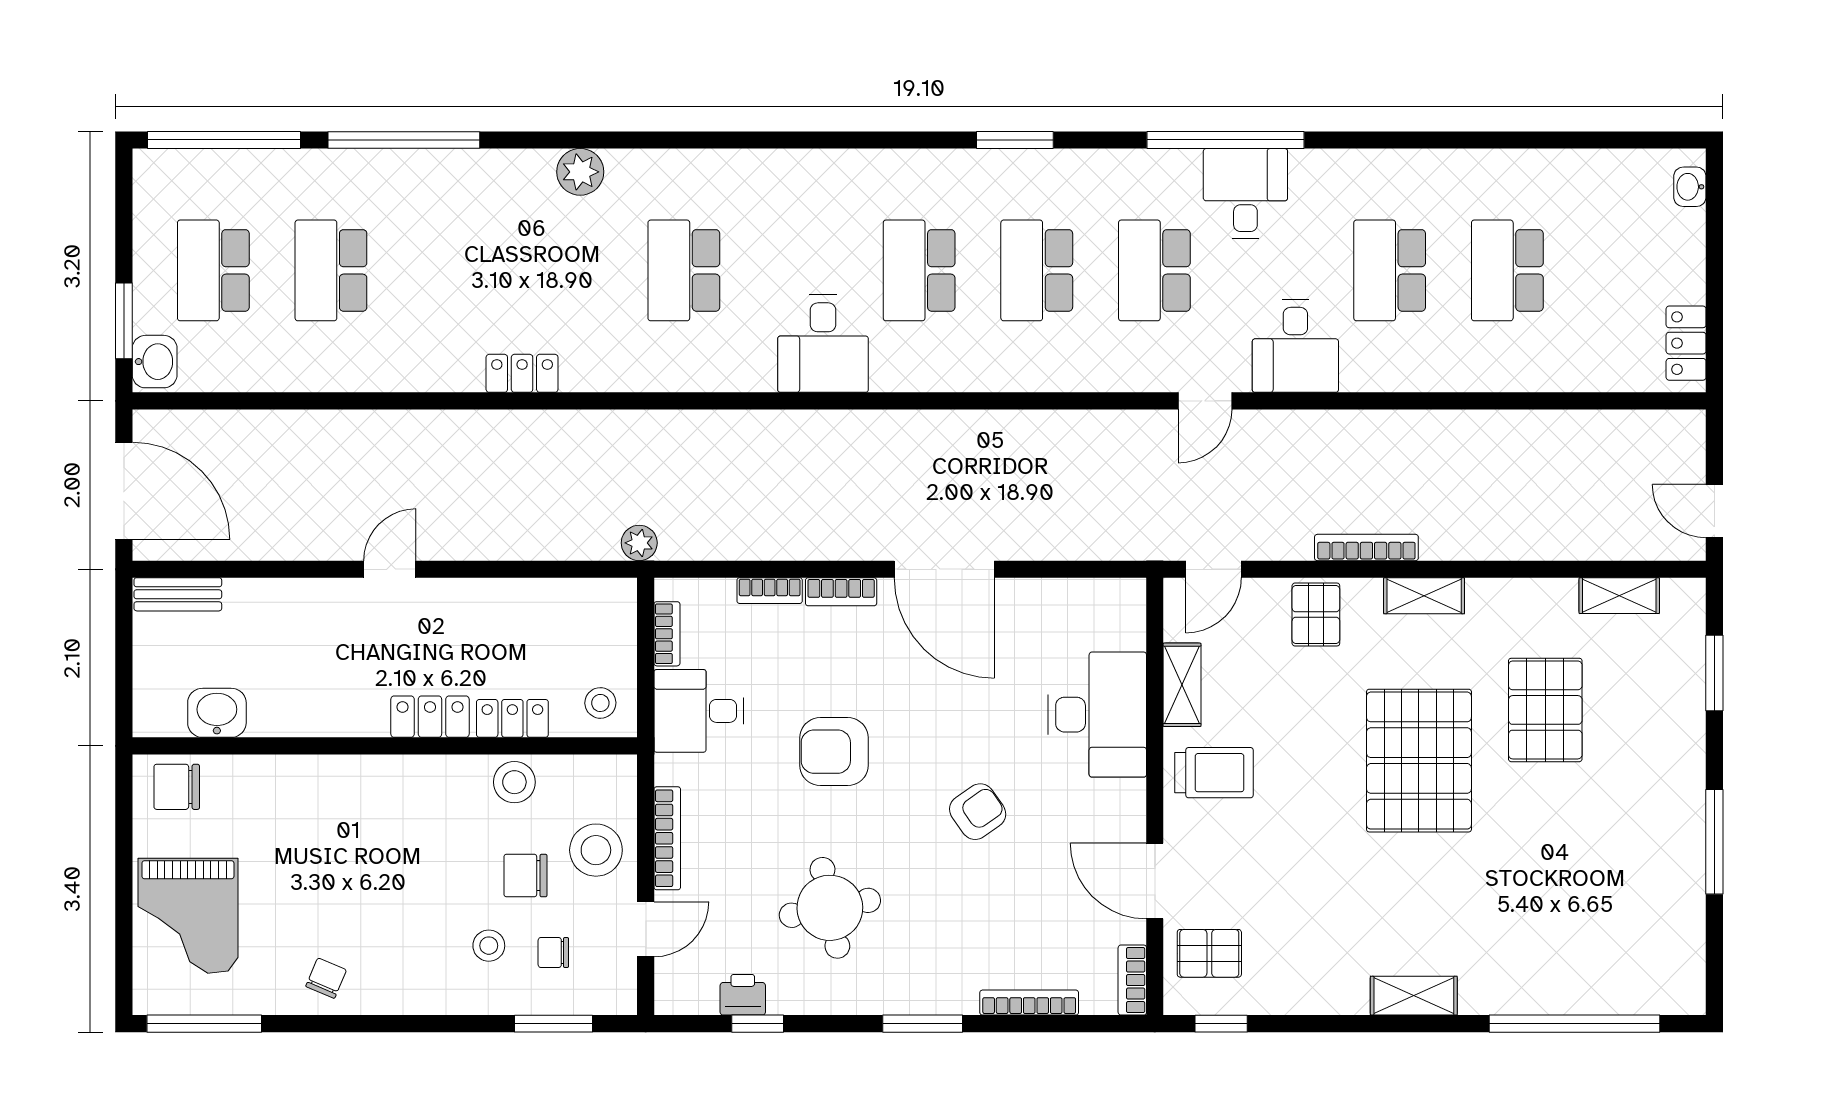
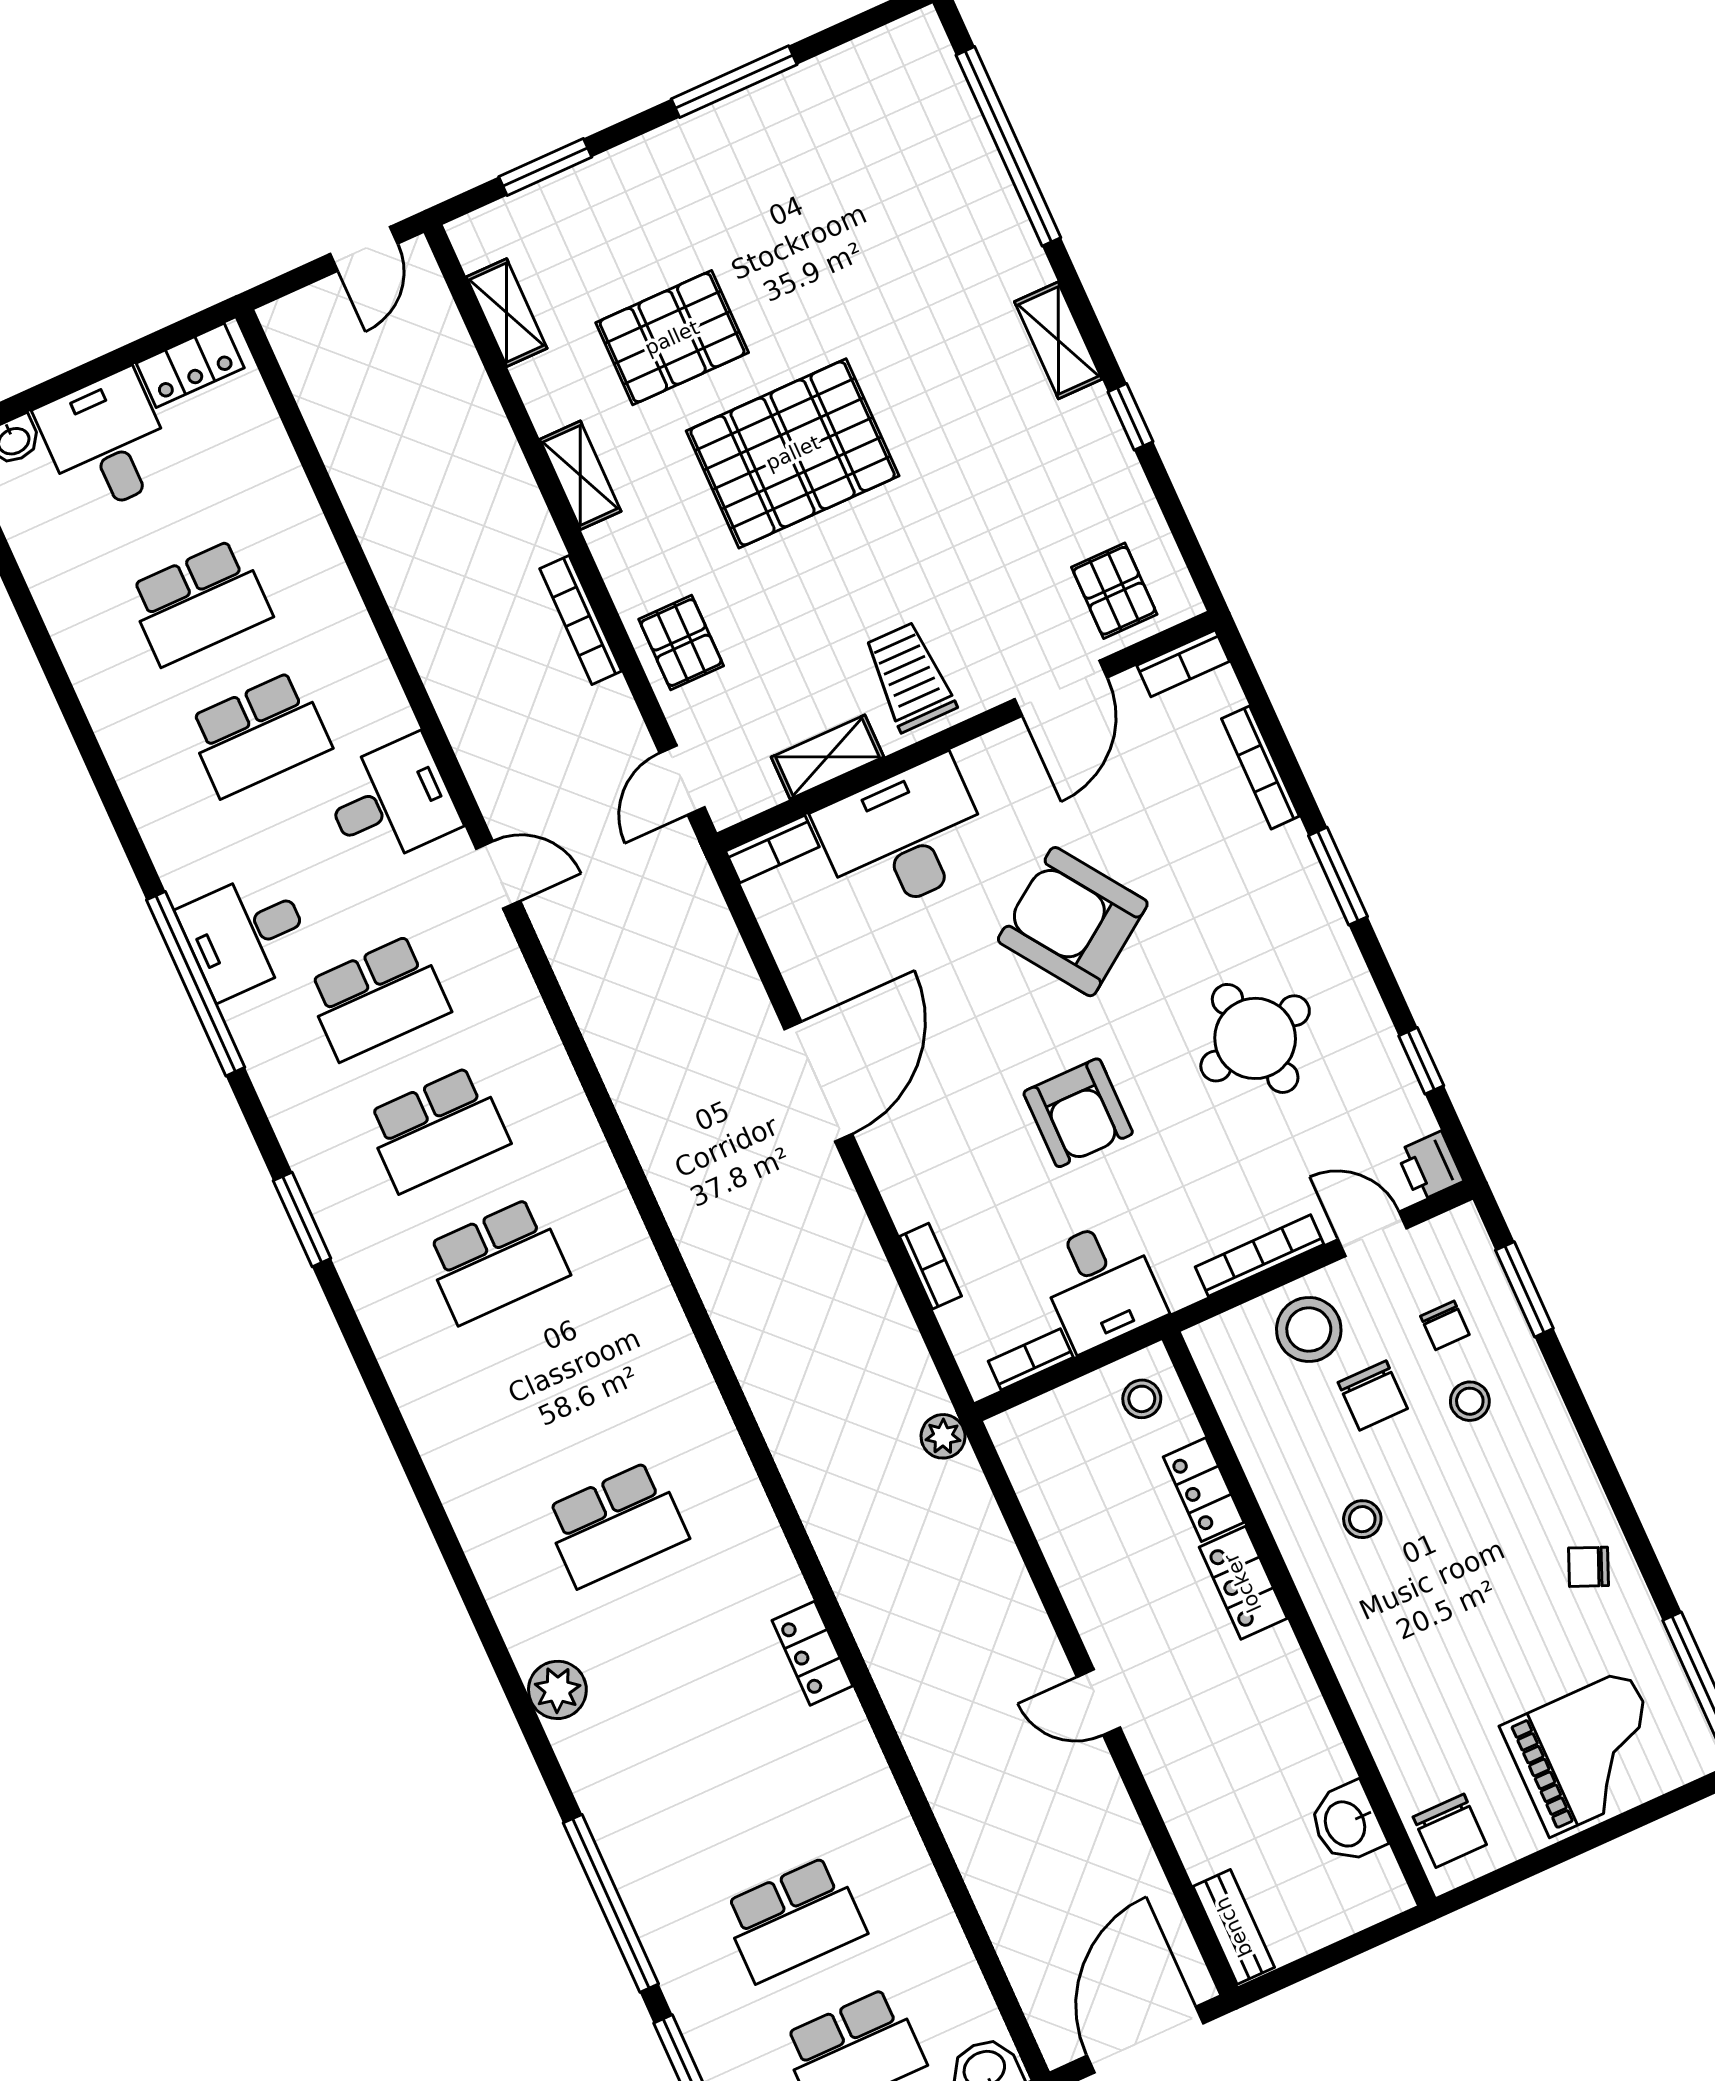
desk: (823, 344) -> (106, 442), moved, turned -90
door: (1213, 569) -> (682, 780), swing flipped
bookcase: (841, 592) -> (772, 849), moved, turned 90
shelving: (1424, 596) -> (580, 475), moved
pallet: (1316, 615) -> (681, 643), turned 90
stool: (514, 782) -> (1362, 1519), moved, width x0.73, depth x0.73
armchair: (978, 812) -> (1073, 922), width x1.88, depth x1.88
printer: (743, 995) -> (1430, 1166), moved
window: (1221, 1024) -> (1130, 417), moved

